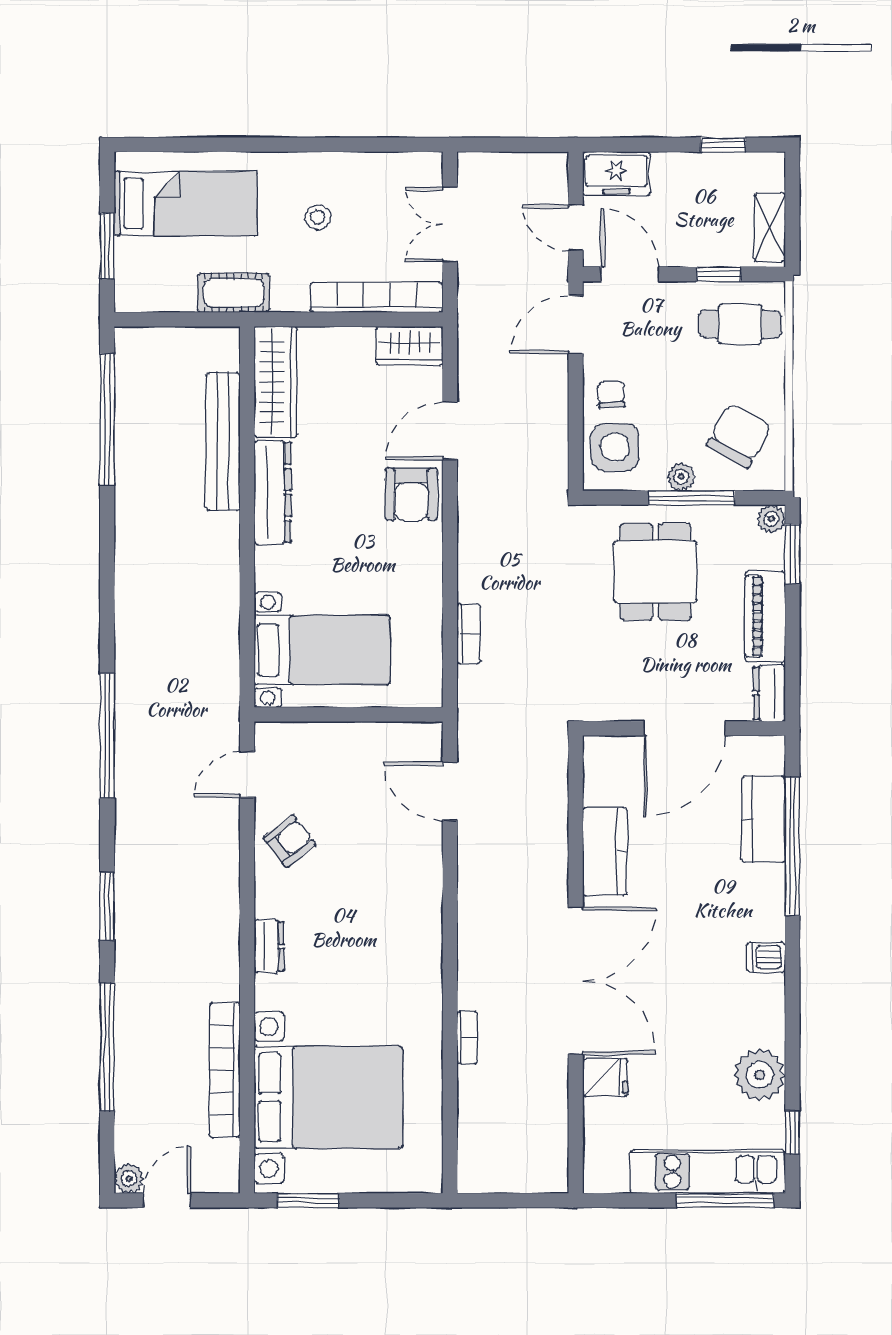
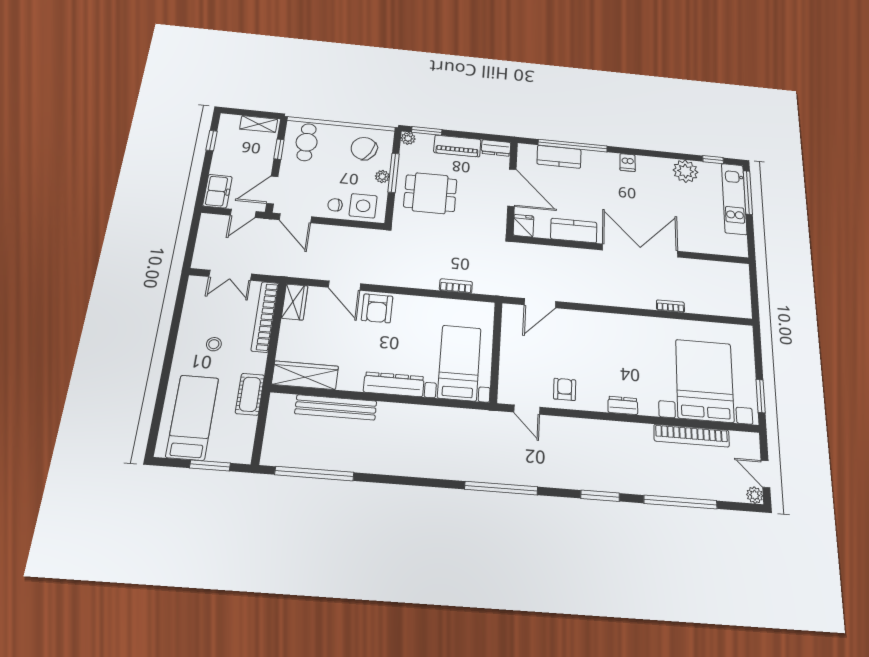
dresser: (273, 492) -> (394, 384), moved
armchair: (411, 494) -> (377, 308), turned 90
armchair: (289, 841) -> (565, 389), turned 38
fridge: (605, 1077) -> (523, 226), moved

